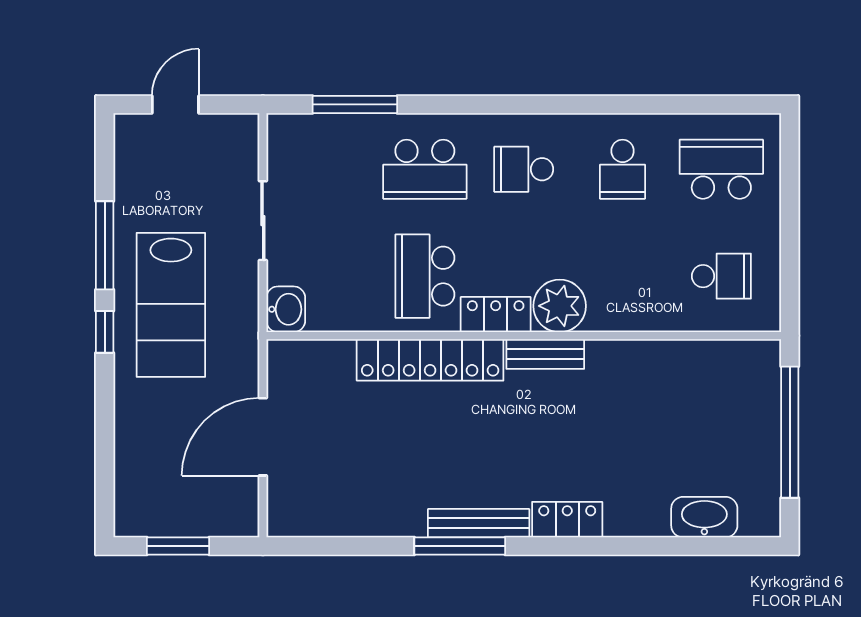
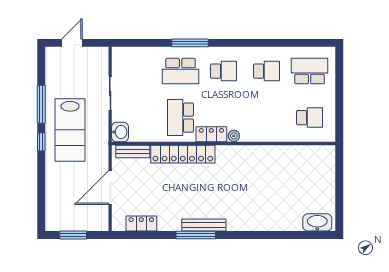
window: (355, 104) -> (190, 43), moved
school desk: (524, 169) -> (224, 71), turned 180
school desk: (623, 169) -> (267, 71), turned -90
plant: (560, 306) -> (234, 136), width x0.53, depth x0.53
bench: (545, 354) -> (133, 151), moved
window: (790, 432) -> (339, 185), removed
washbasin: (704, 517) -> (317, 222), moved
locker: (567, 520) -> (141, 224), moved

